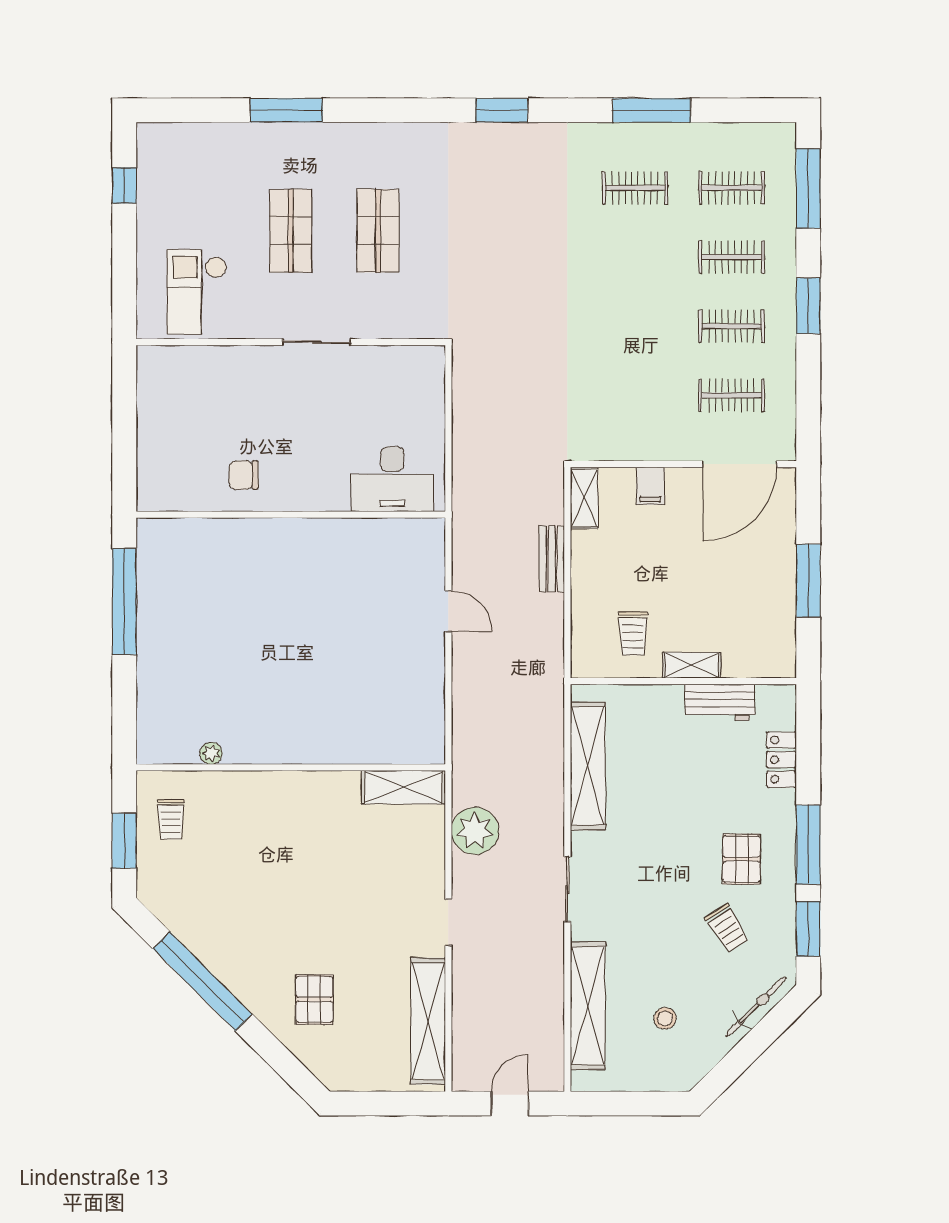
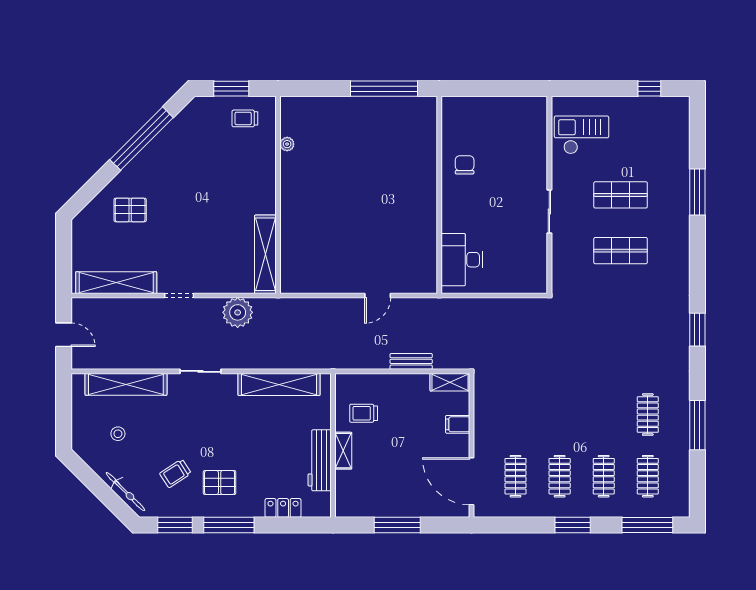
workbench: (720, 702) -> (320, 460), width x1.38
shelving: (403, 787) -> (265, 254), width x1.47

